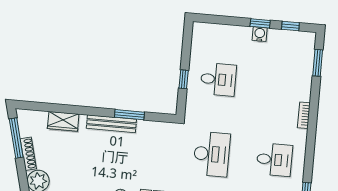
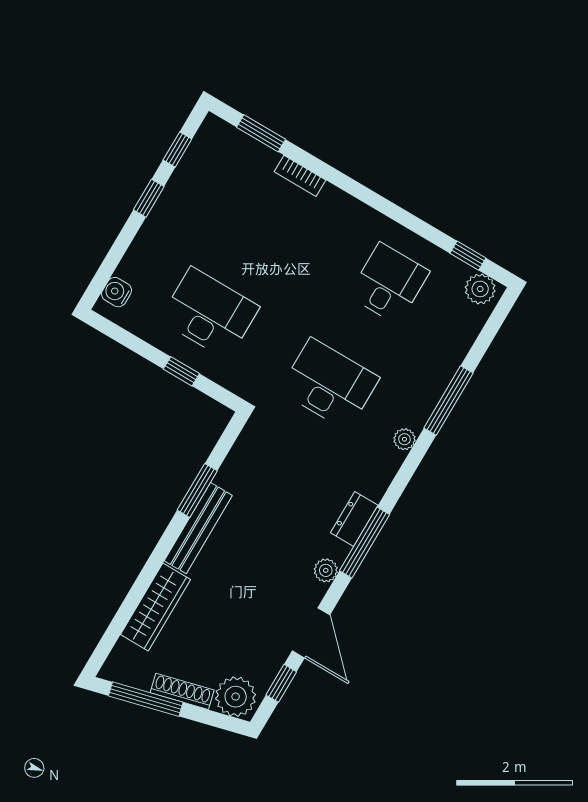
water cooler: (260, 34) -> (117, 292), moved
desk: (218, 79) -> (209, 313), width x1.37
bookcase: (304, 115) -> (300, 176), moved
wardrobe: (63, 121) -> (155, 607), width x1.50

